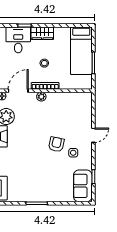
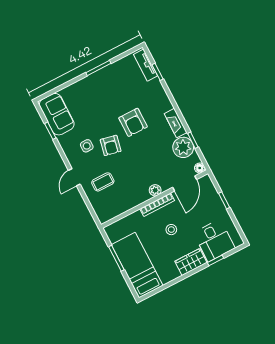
coffee table: (75, 122) -> (103, 182), added
armchair: (32, 152) -> (133, 122), added

